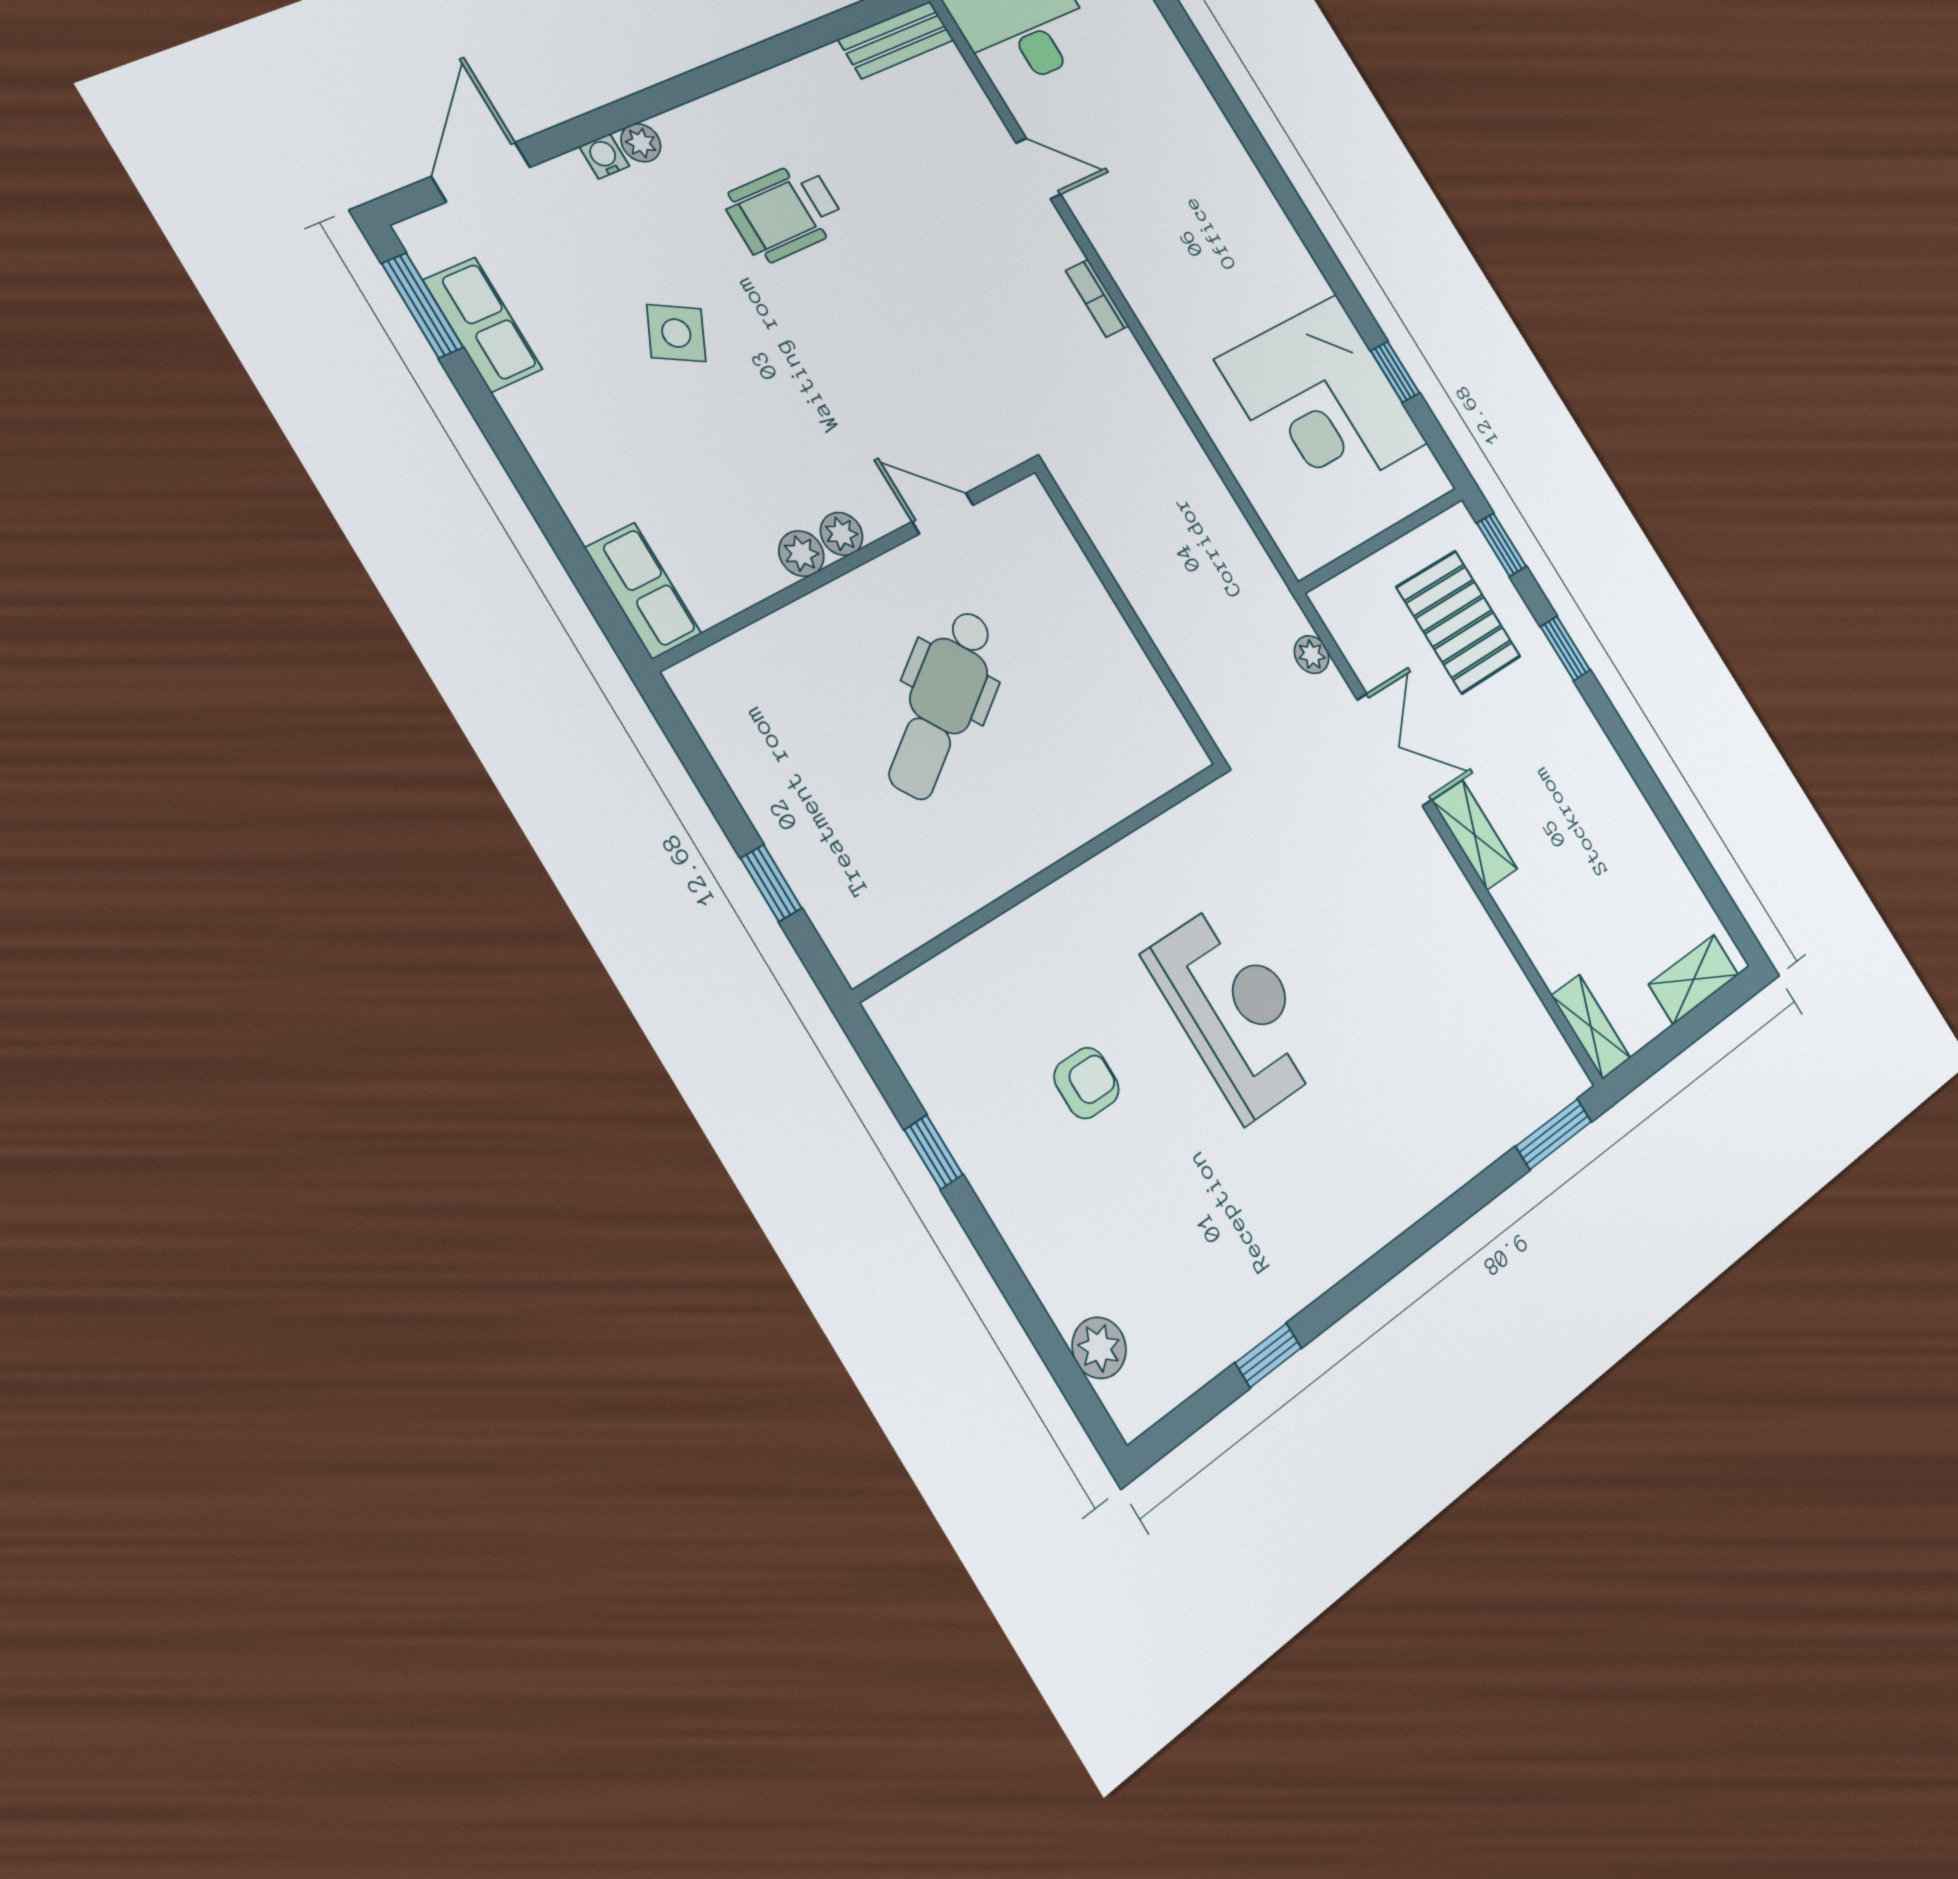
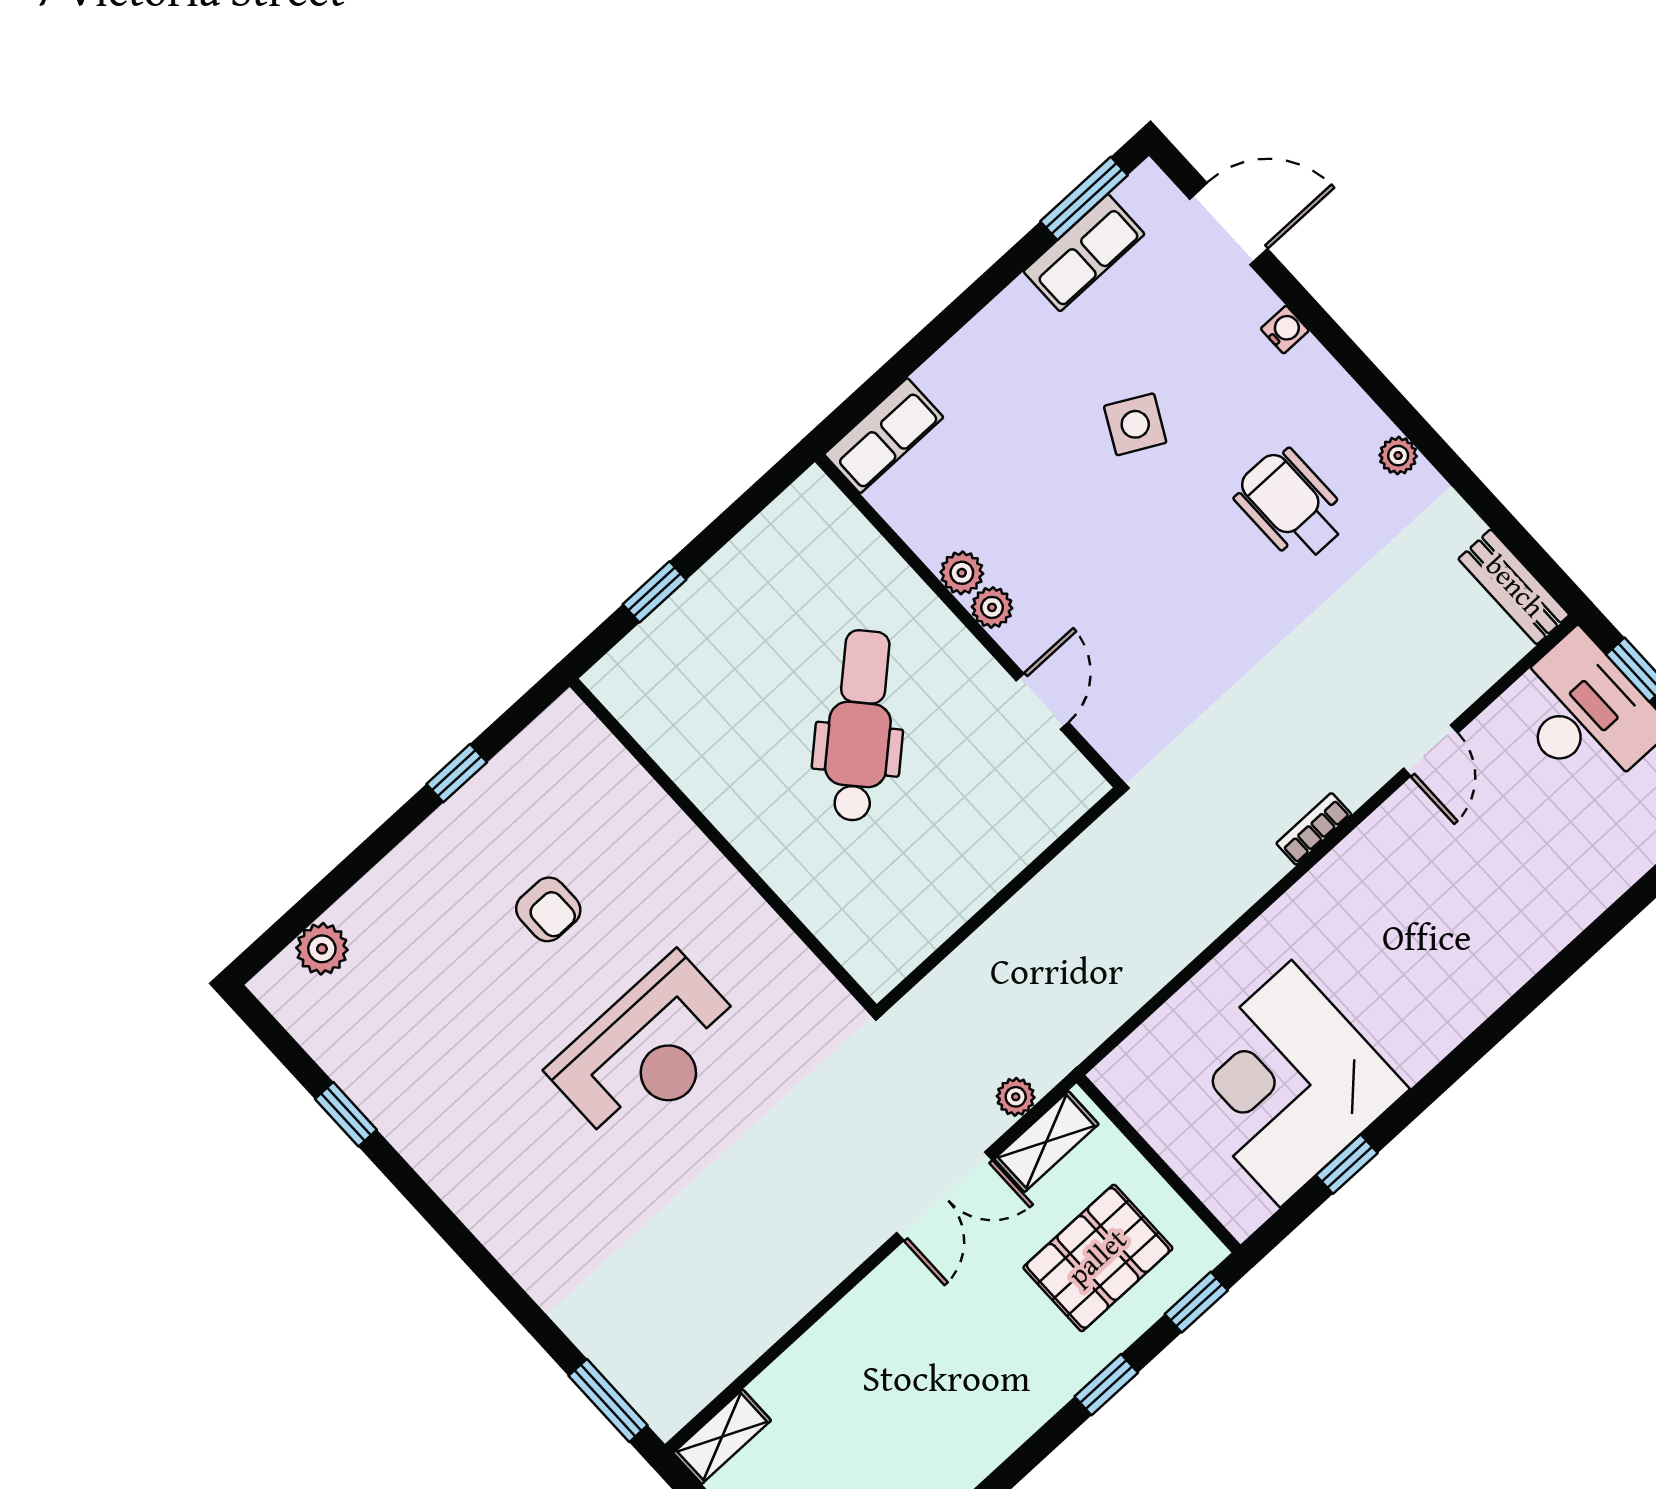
plant: (641, 143) -> (1398, 456), moved
dental chair: (942, 703) -> (860, 726), turned 82
shelving: (1475, 835) -> (1046, 1142), moved

